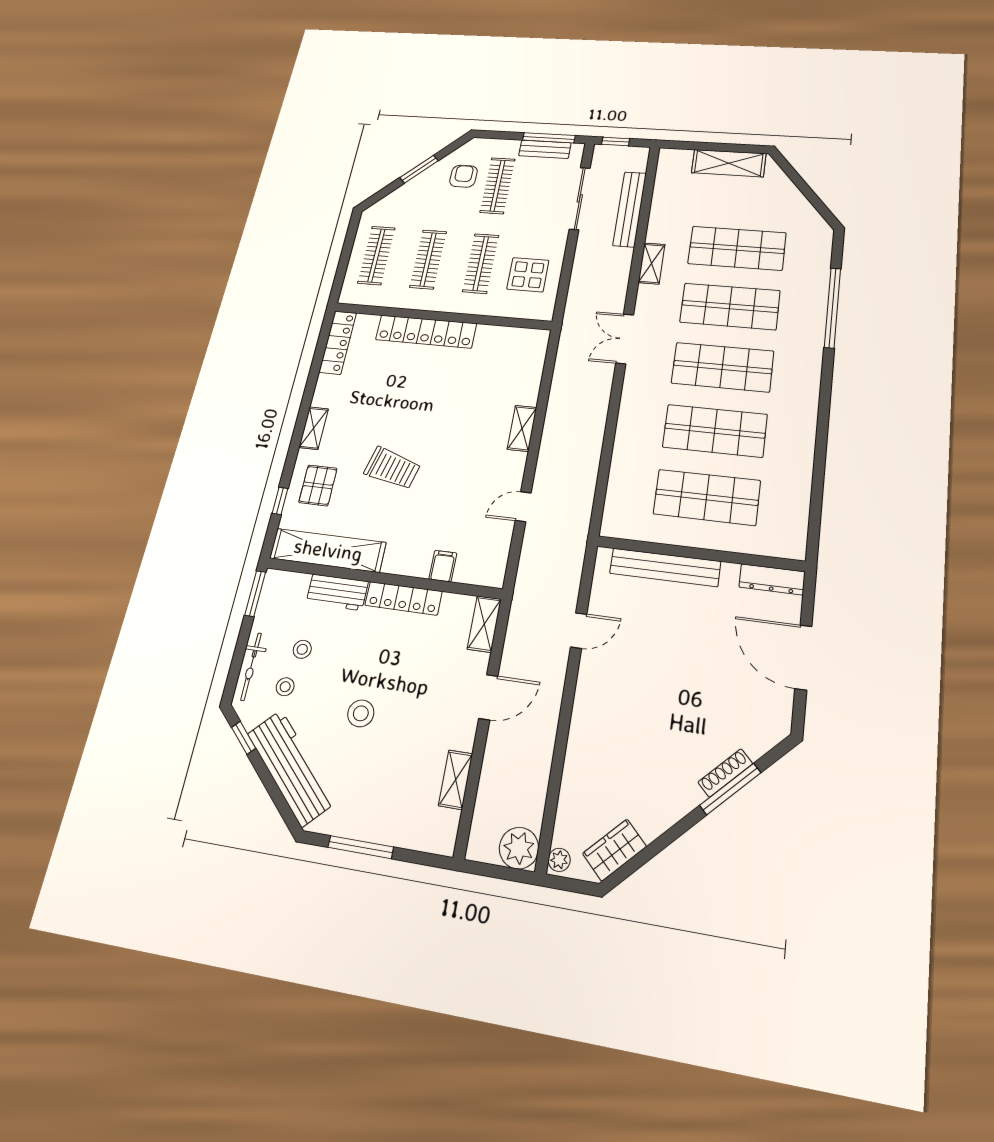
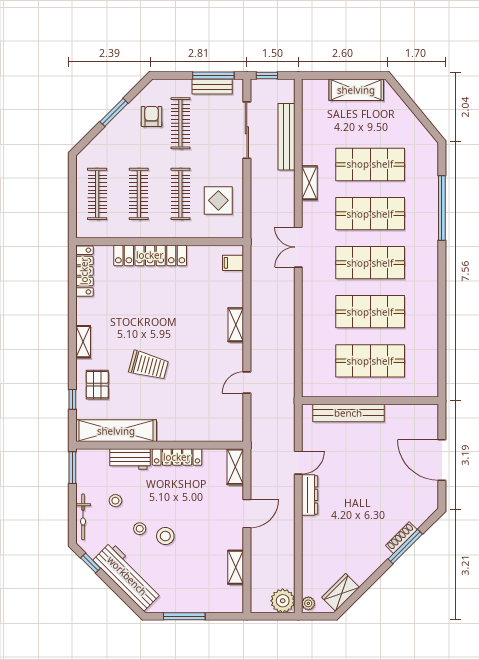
filing cabinet: (443, 566) -> (233, 263), moved, turned -90
dresser: (772, 579) -> (310, 495), moved, turned -90
stool: (285, 687) -> (140, 529), moved

